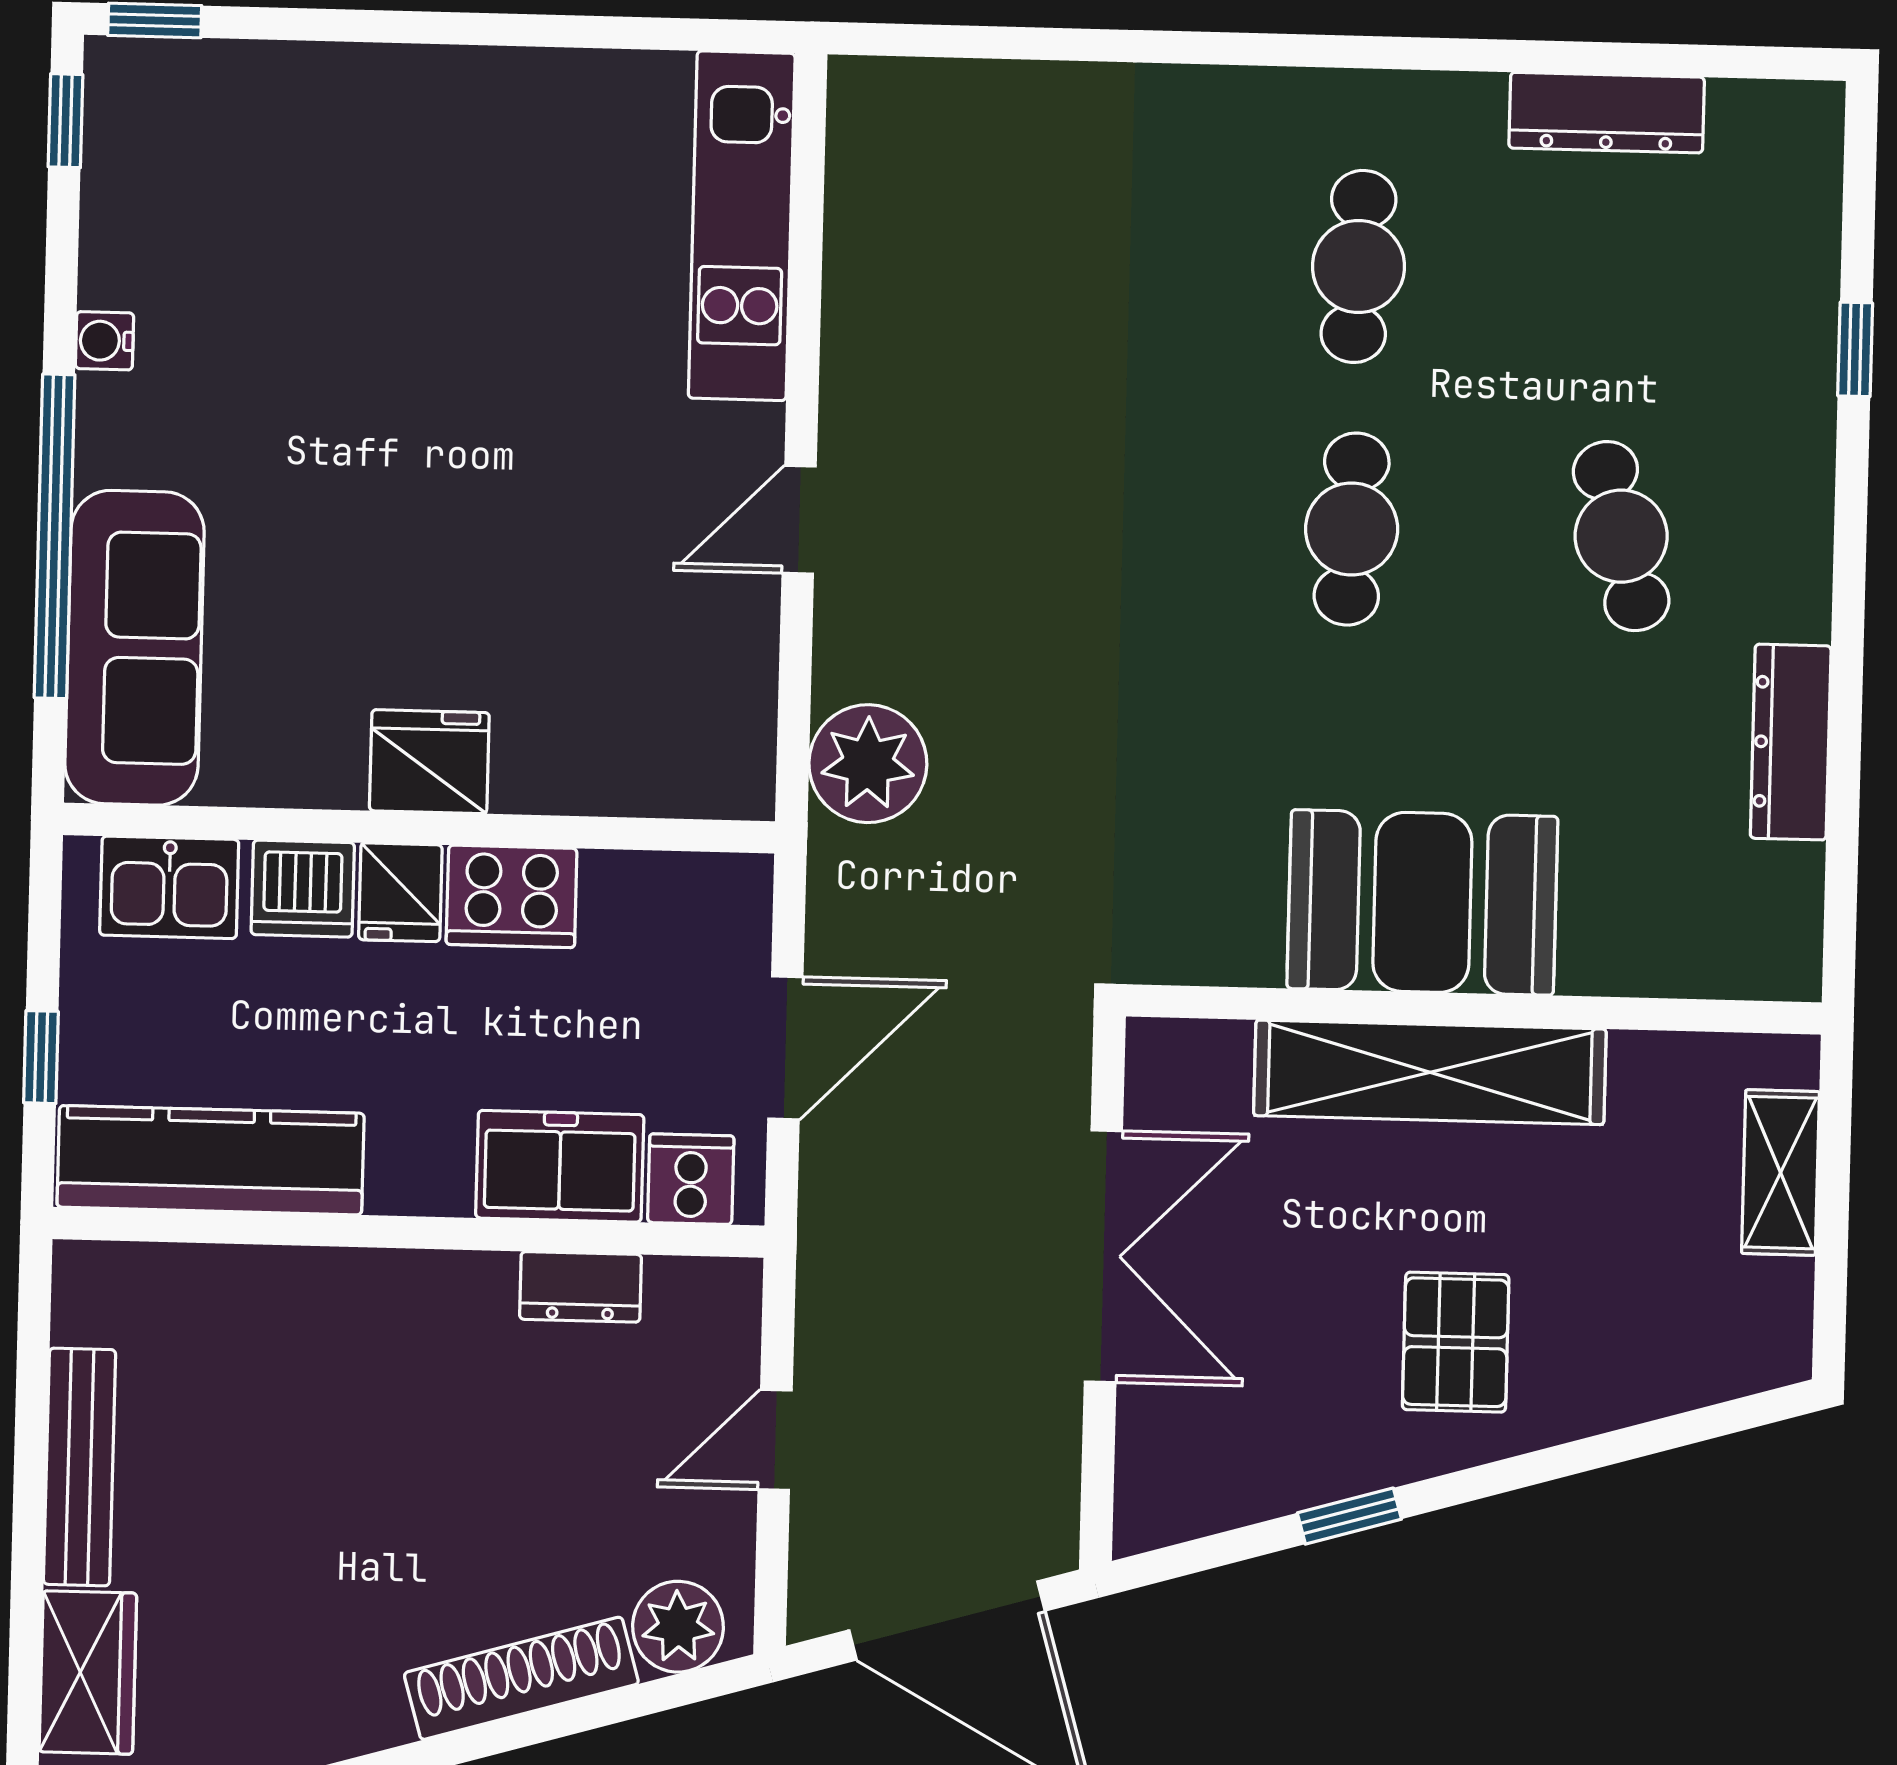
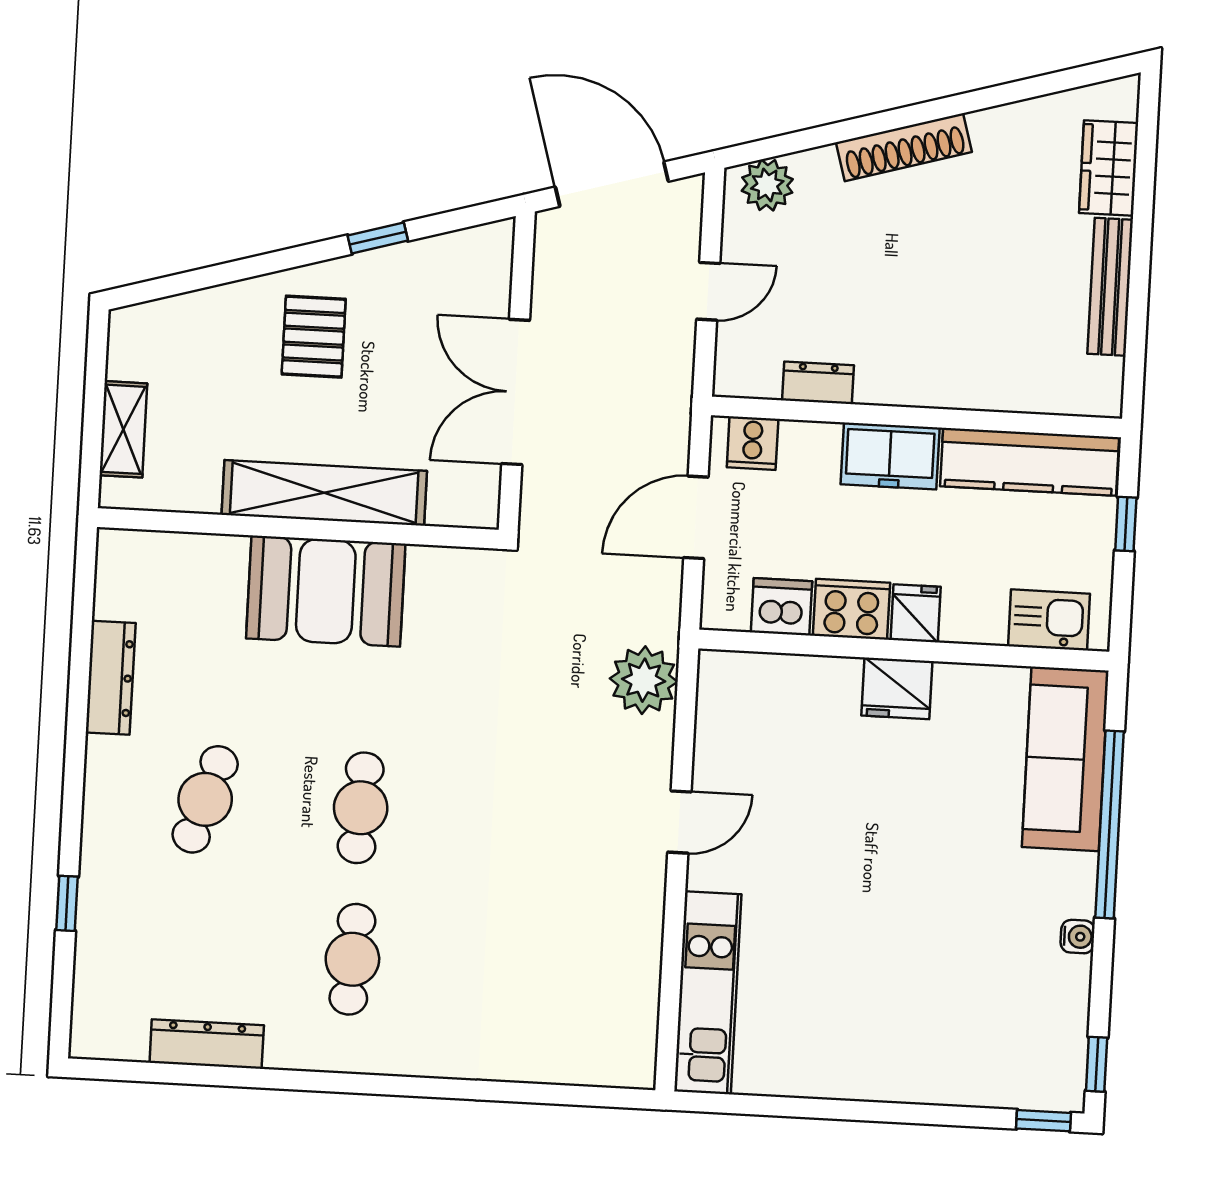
cafe table: (1621, 536) -> (205, 799), turned 33
dishwasher: (303, 889) -> (782, 607), moved
freezer: (560, 1166) -> (890, 456), moved
shoe rack: (521, 1678) -> (904, 147), moved

